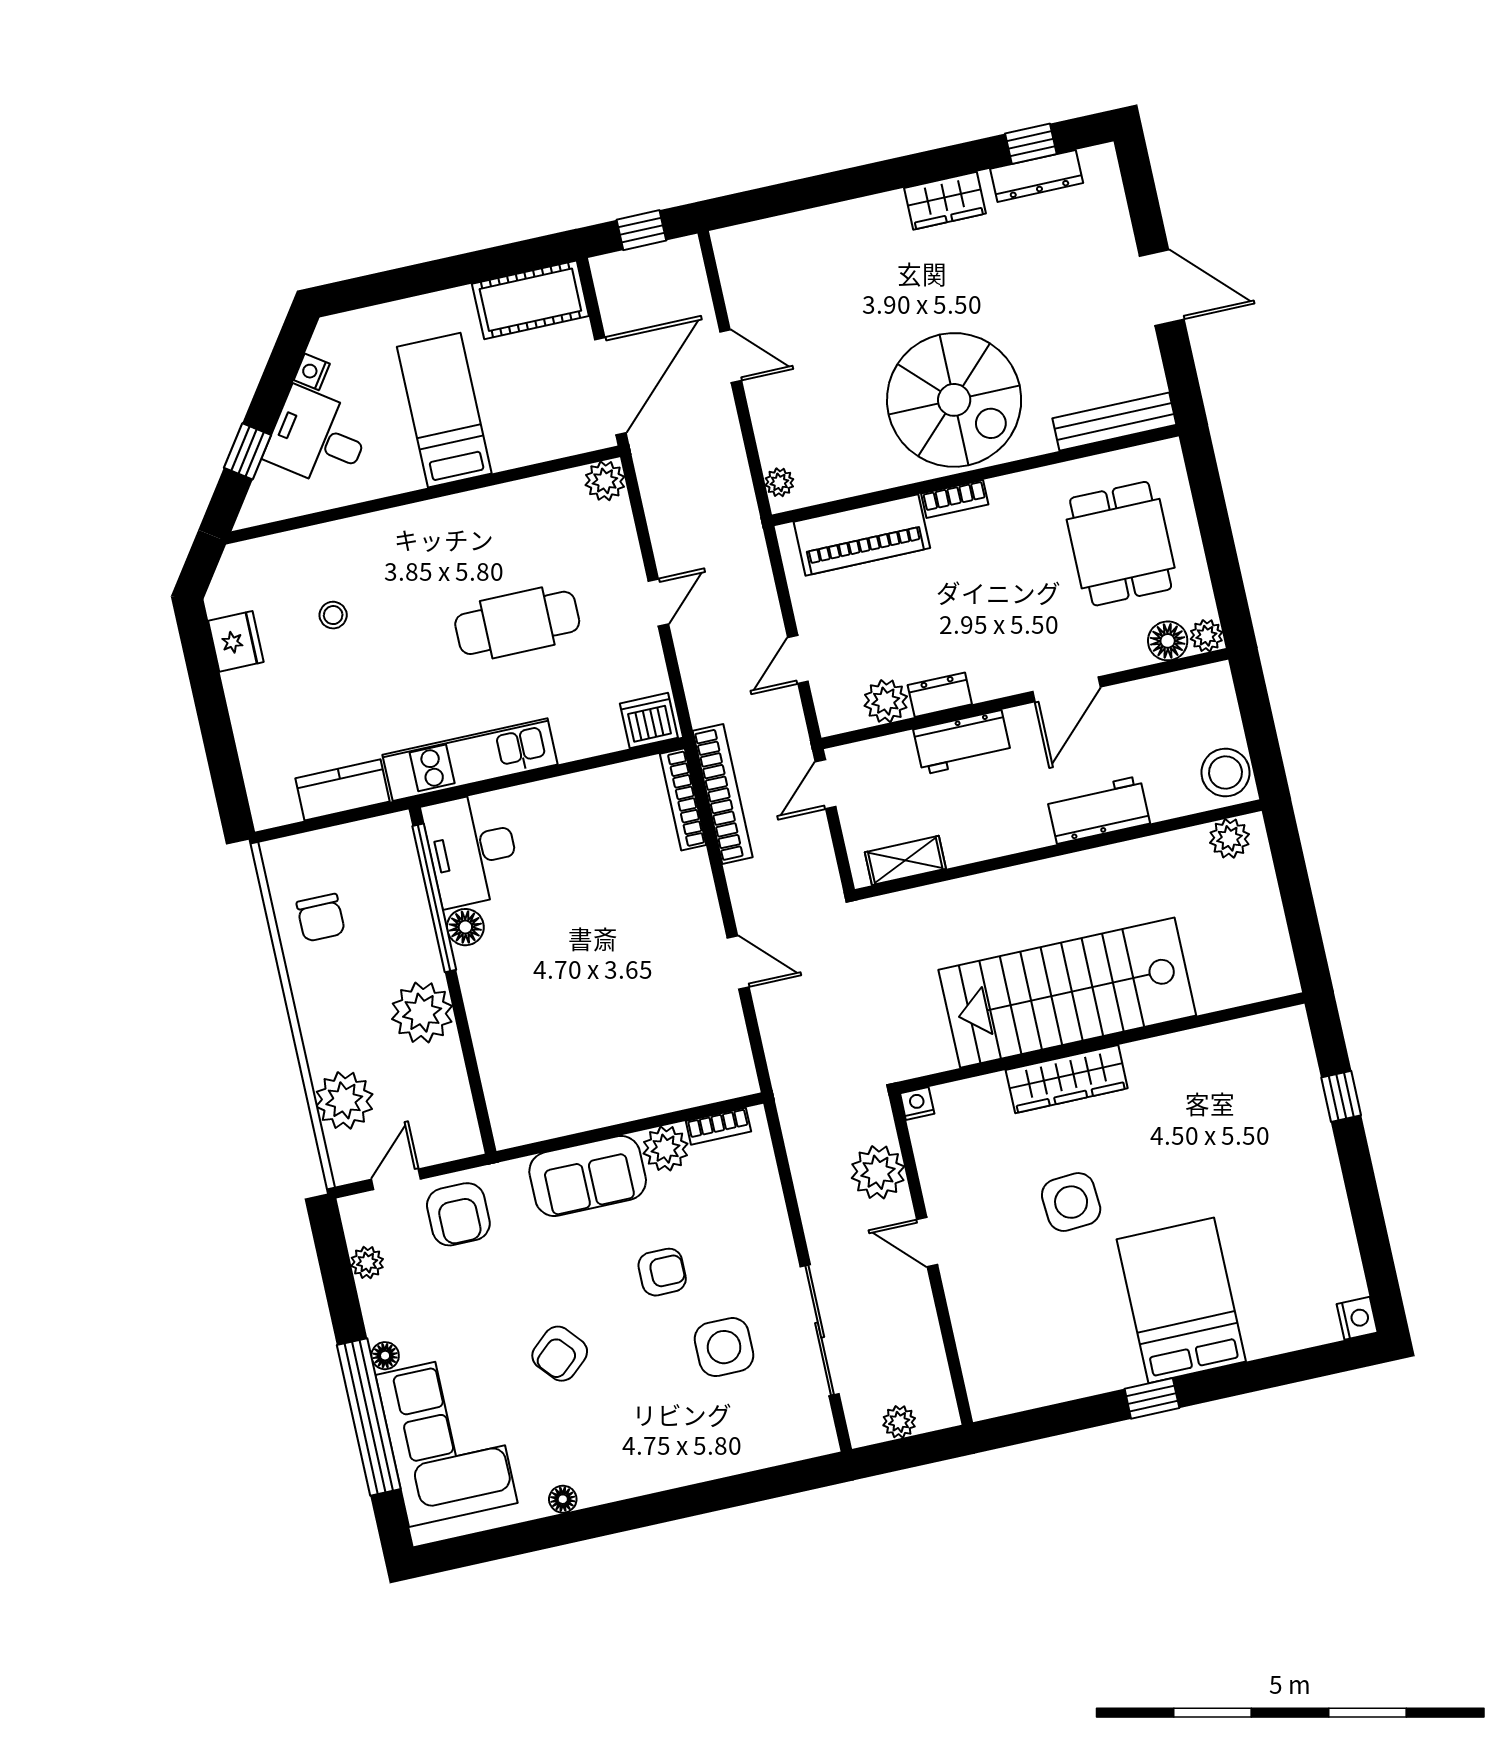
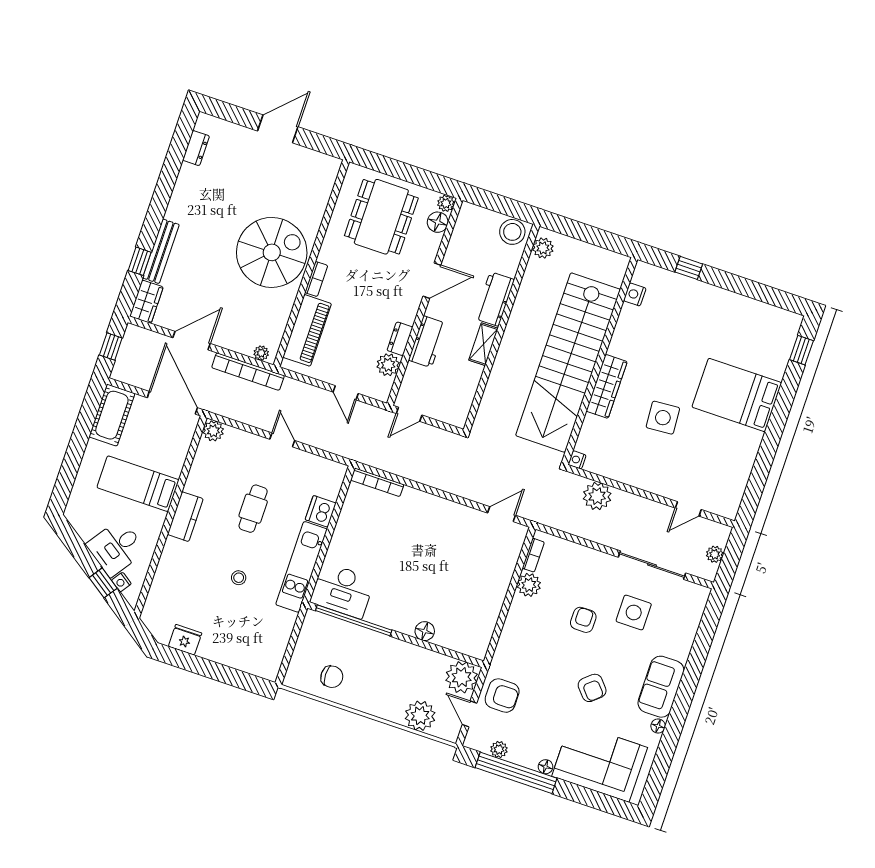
window: (1031, 144) -> (140, 261), moved
dresser: (1037, 176) -> (196, 148), width x0.70
wardrobe: (945, 201) -> (146, 302), moved
door: (731, 356) -> (191, 341), width x1.38
nightstand: (312, 372) -> (121, 582), moved
bench: (1114, 422) -> (161, 251), moved
dining table: (1121, 544) -> (381, 217), width x1.38
stool: (333, 615) -> (239, 578), moved
cafe table: (517, 623) -> (253, 509), width x0.73, depth x0.74
door: (1067, 689) -> (432, 281), hinge flipped
dishwasher: (649, 721) -> (321, 511), moved
door: (826, 784) -> (409, 414), hinge flipped
kitchen counter: (343, 790) -> (185, 517), moved, turned 180
bookcase: (723, 794) -> (248, 372), moved, turned 180
shelving: (905, 860) -> (483, 344), moved
floor lamp: (465, 927) -> (425, 631), moved
door: (738, 962) -> (501, 514), moved
stairs: (1067, 993) -> (568, 363), width x1.36
plant: (422, 1013) -> (462, 677), moved
sofa: (588, 1176) -> (661, 687), moved, turned 180
door: (927, 1242) -> (688, 509), moved
nightstand: (1357, 1318) -> (635, 294), moved, turned -90
window: (1152, 1398) -> (801, 350), moved
window: (369, 1417) -> (516, 773), moved

